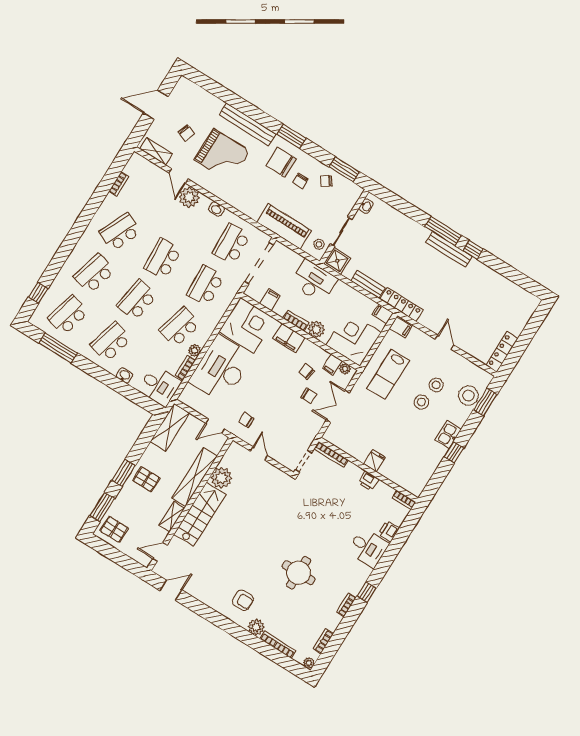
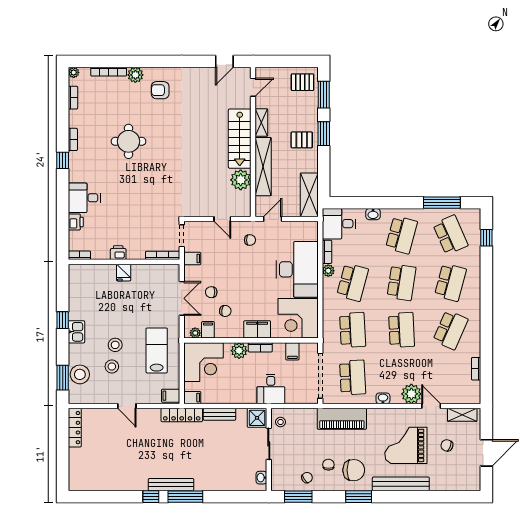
piano: (284, 226) -> (342, 419), moved
desk: (314, 281) -> (271, 389), width x0.73
school desk: (68, 315) -> (450, 235), turned -39
filing cabinet: (307, 435) -> (192, 259), added

